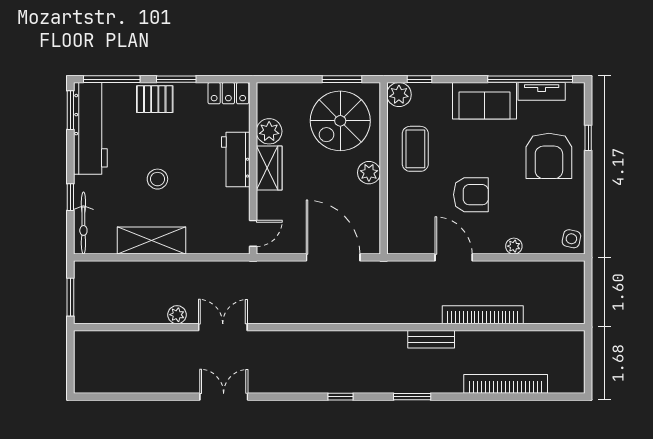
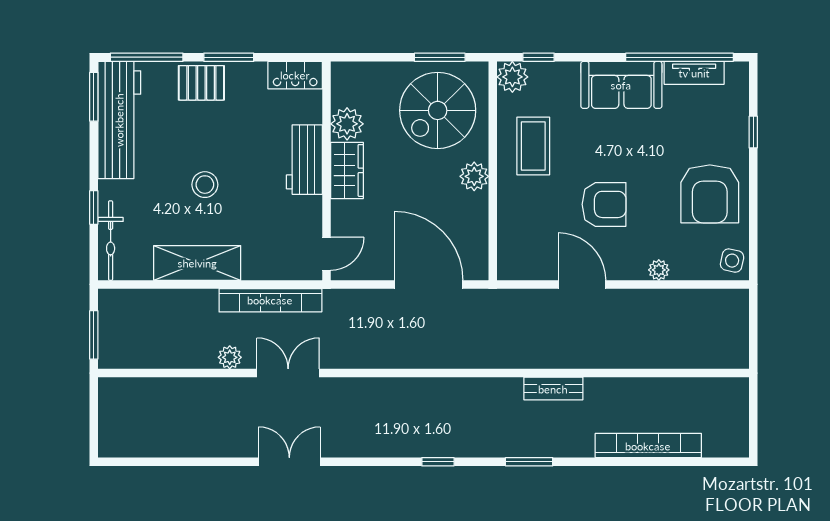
armchair: (549, 156) -> (710, 194), moved
bookcase: (483, 315) -> (270, 300), moved, turned 180

